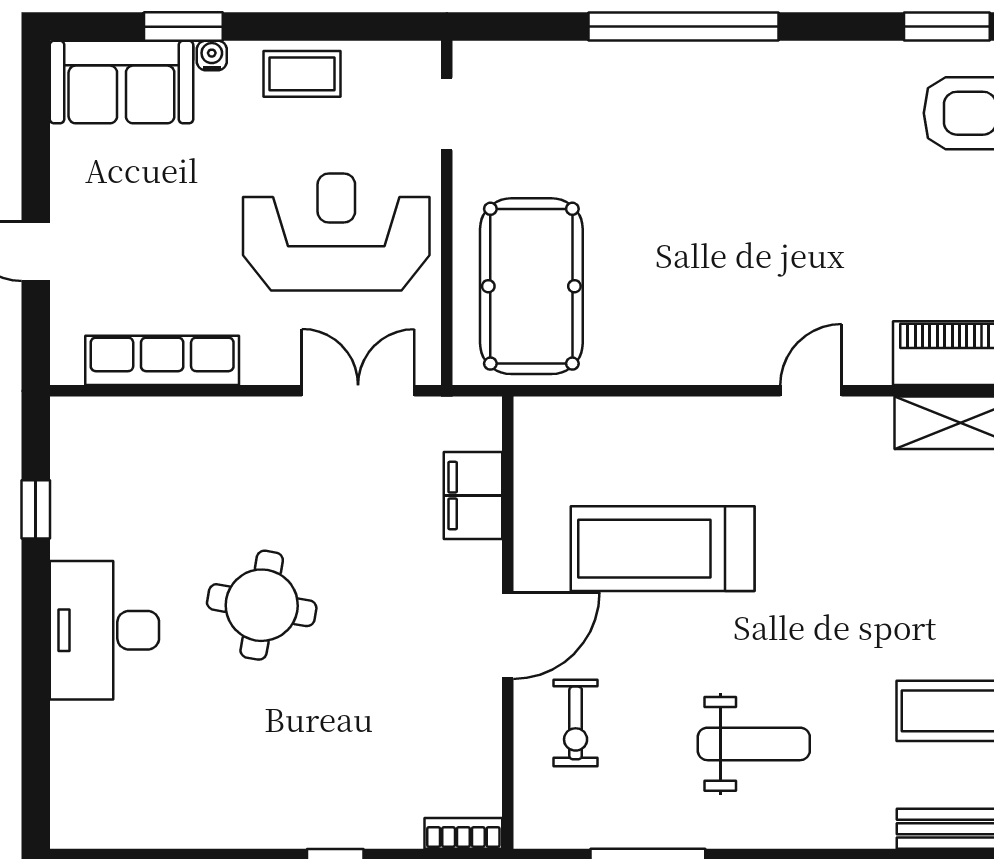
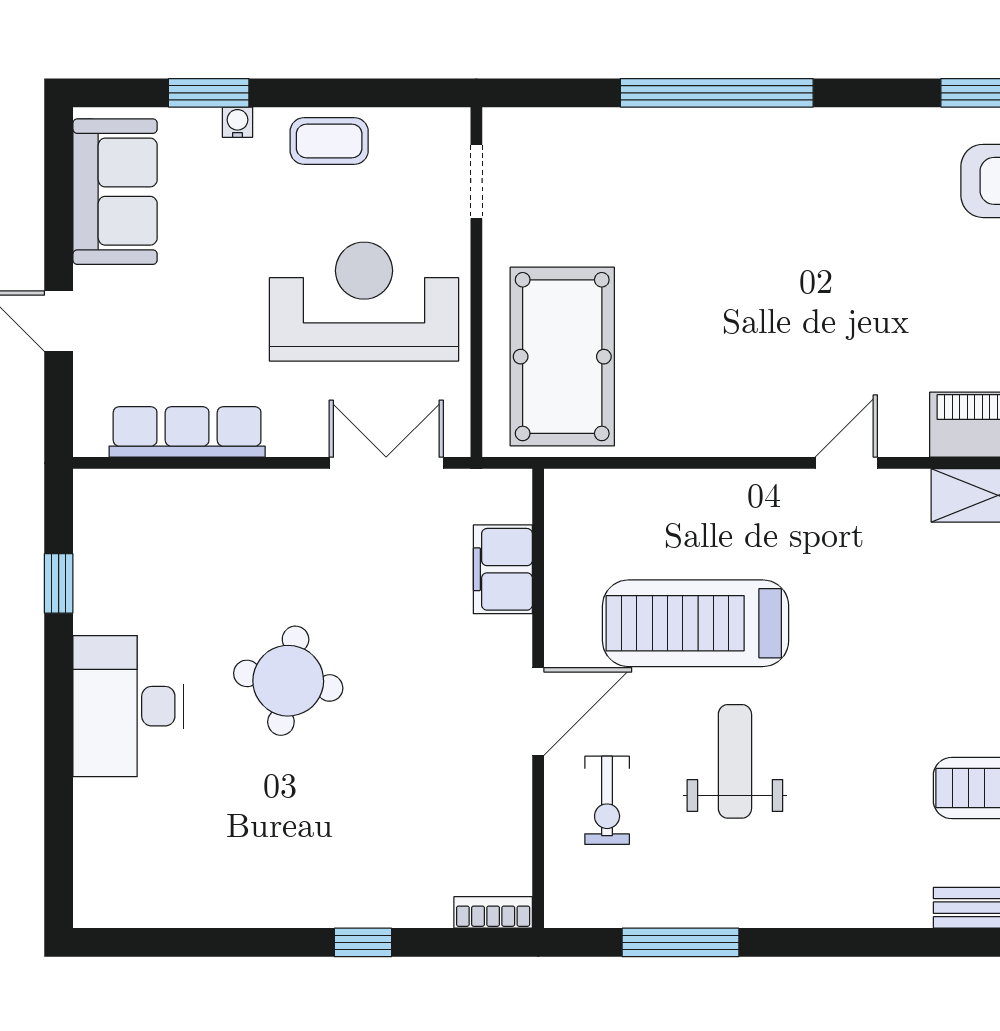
sofa: (121, 82) -> (115, 192), moved, turned -90
weight bench: (754, 744) -> (735, 761), moved, turned -90

